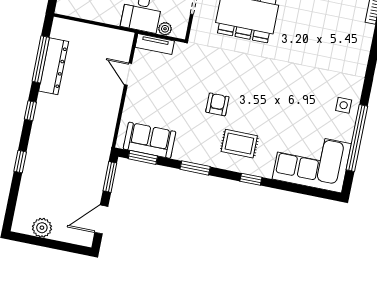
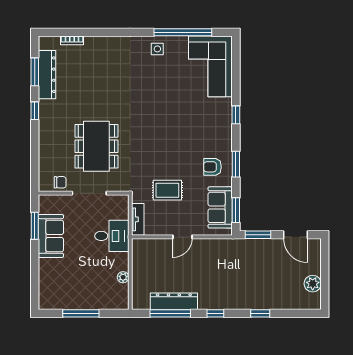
plant: (165, 29) -> (123, 277), moved
door: (128, 74) -> (182, 237), moved
armchair: (217, 104) -> (212, 167), moved
rug: (239, 144) -> (167, 190), moved, turned 90

